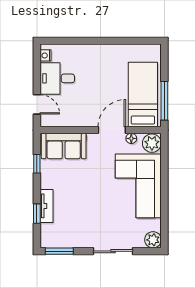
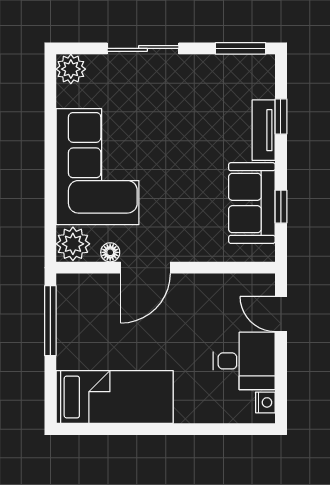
bed: (143, 94) -> (115, 397), moved, turned -90
sofa: (64, 146) -> (252, 203), moved, turned -90

